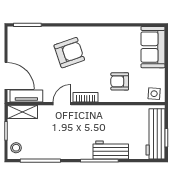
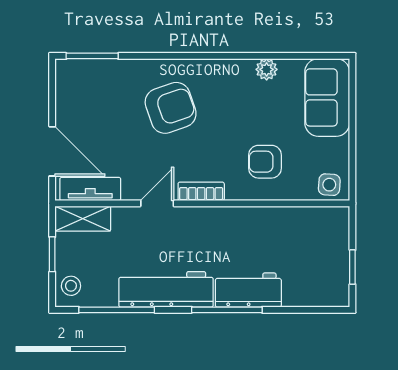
plant: (121, 32) -> (267, 69), added
workbench: (156, 134) -> (166, 289), moved, turned 90

